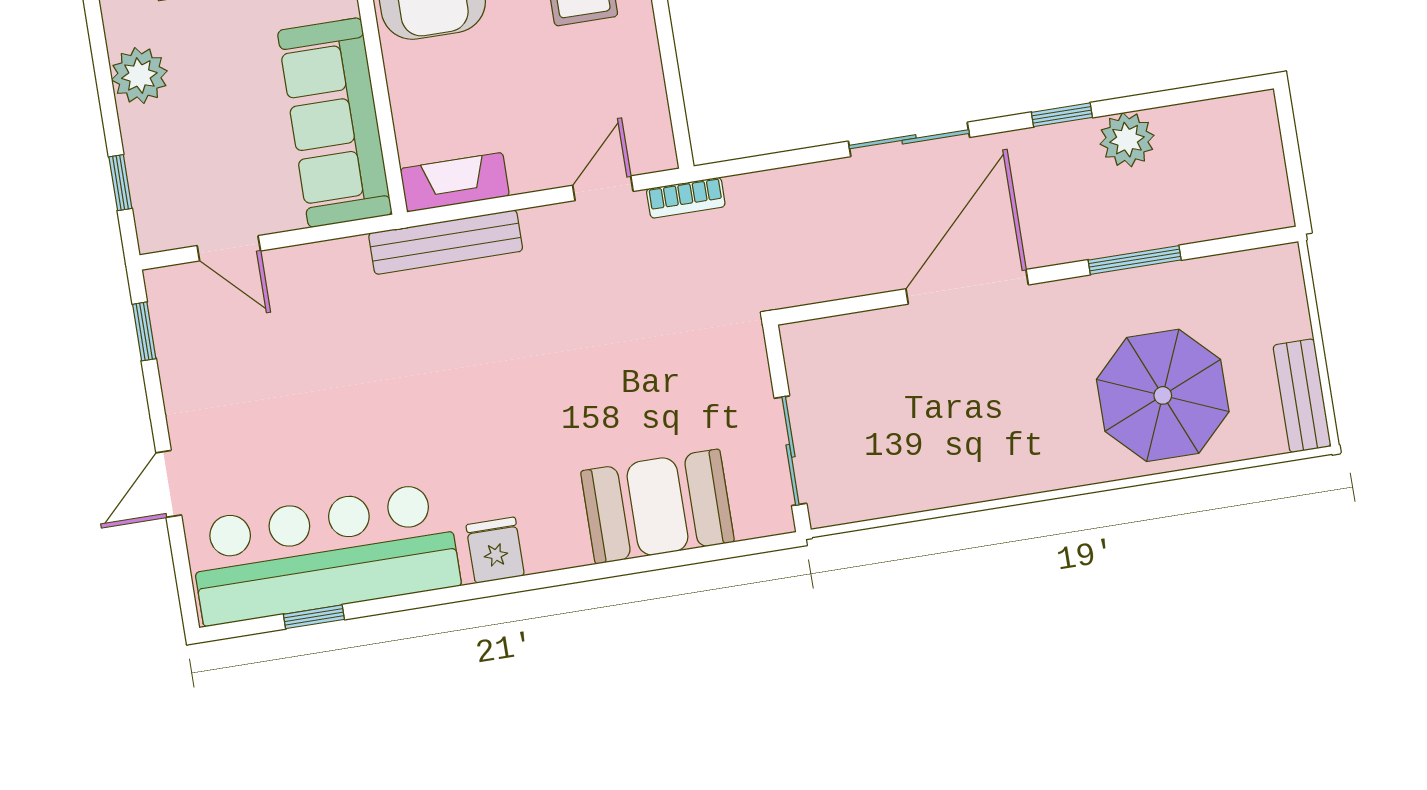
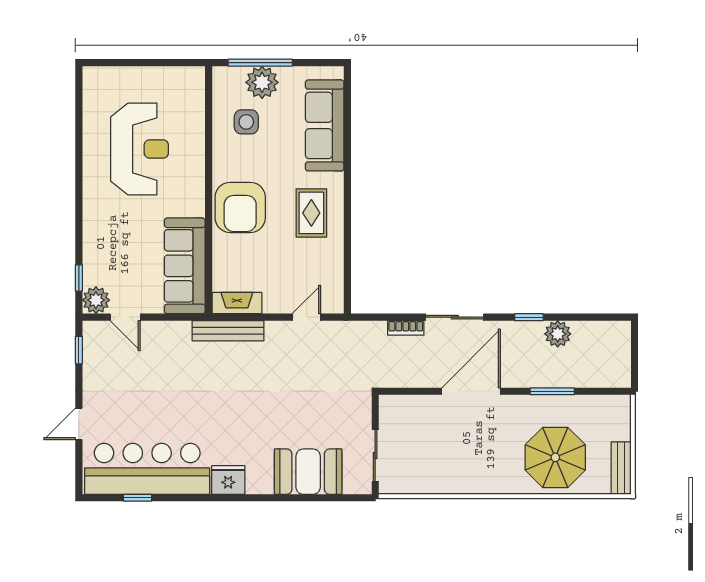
plant: (139, 75) -> (96, 300), moved
bookcase: (686, 198) -> (406, 328), moved
fridge: (495, 550) -> (228, 480), width x1.38

